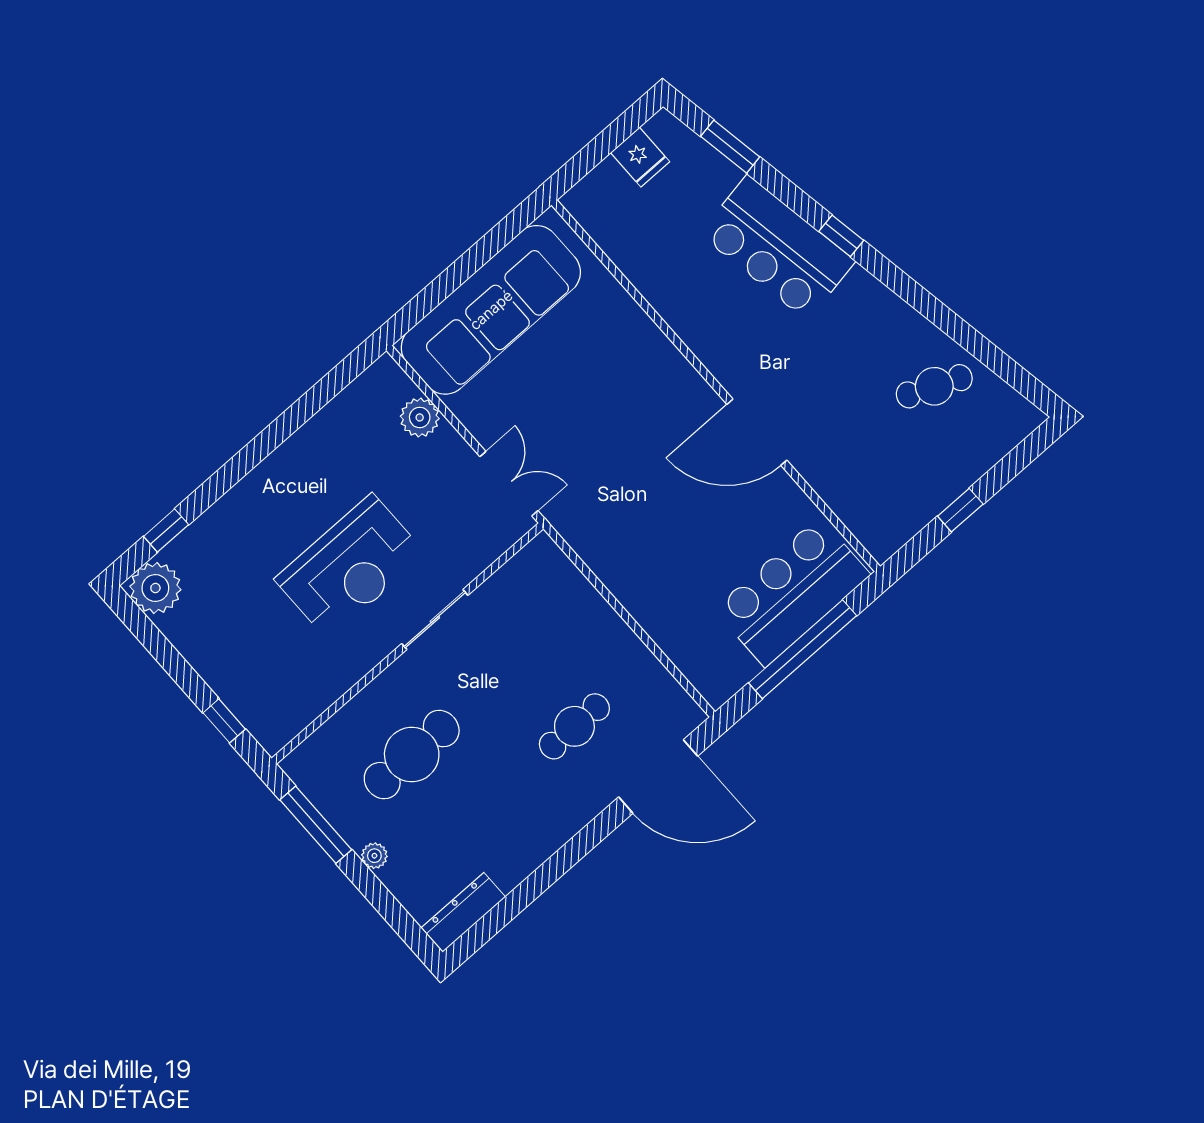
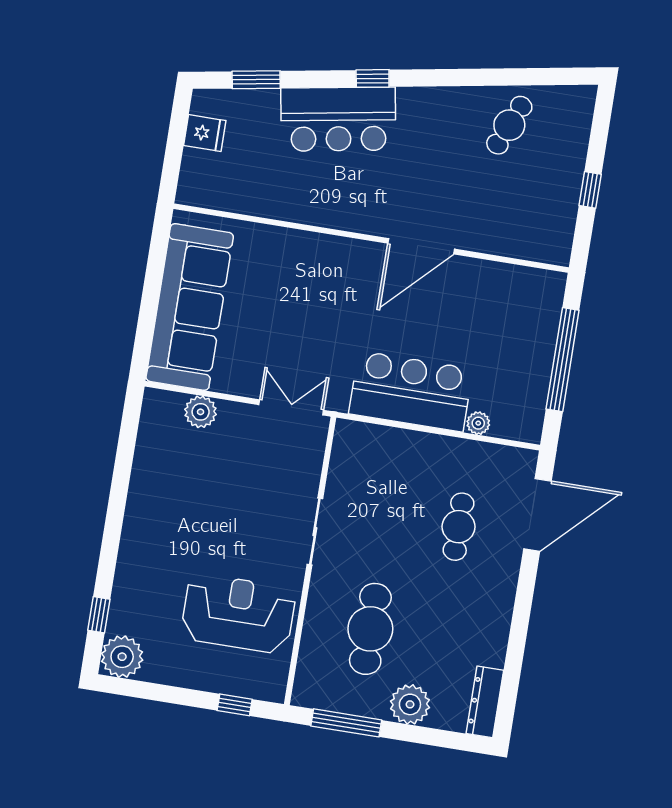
reception desk: (350, 567) -> (238, 613), moved, turned -90
bar counter: (792, 592) -> (411, 391), moved, turned 90
plant: (673, 644) -> (478, 423), added
plant: (374, 856) -> (410, 704), width x1.88, depth x1.88

